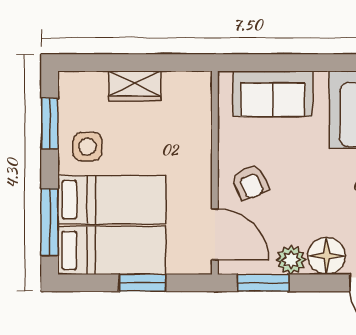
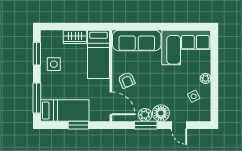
sofa: (273, 94) -> (137, 40), width x1.36
bed: (112, 200) -> (98, 54), moved, turned 90
window: (263, 283) -> (146, 125), moved

